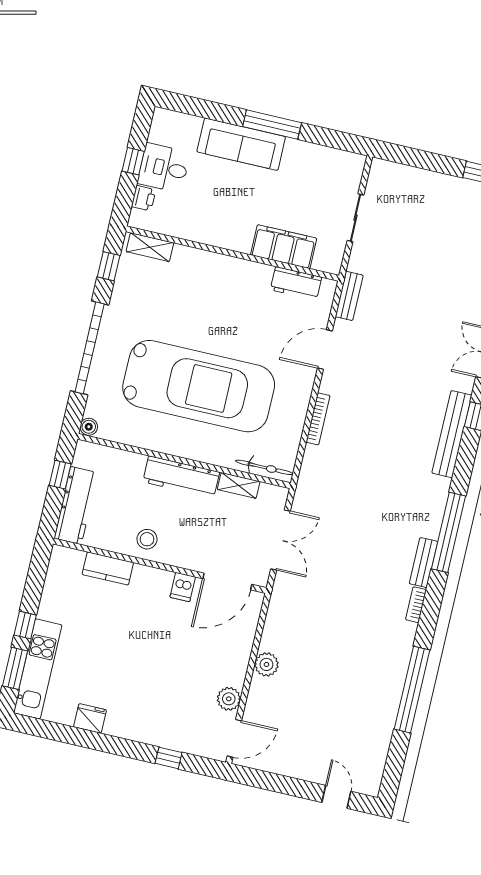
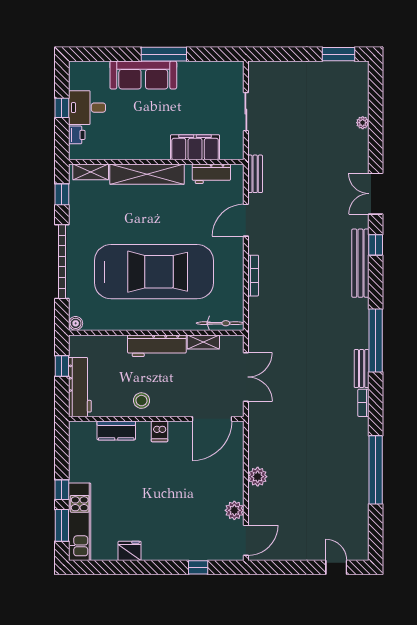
shelving: (218, 266) -> (147, 174), added
dishwasher: (183, 587) -> (160, 431), moved

